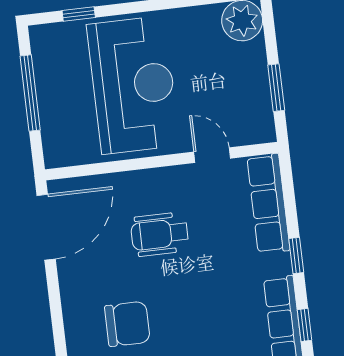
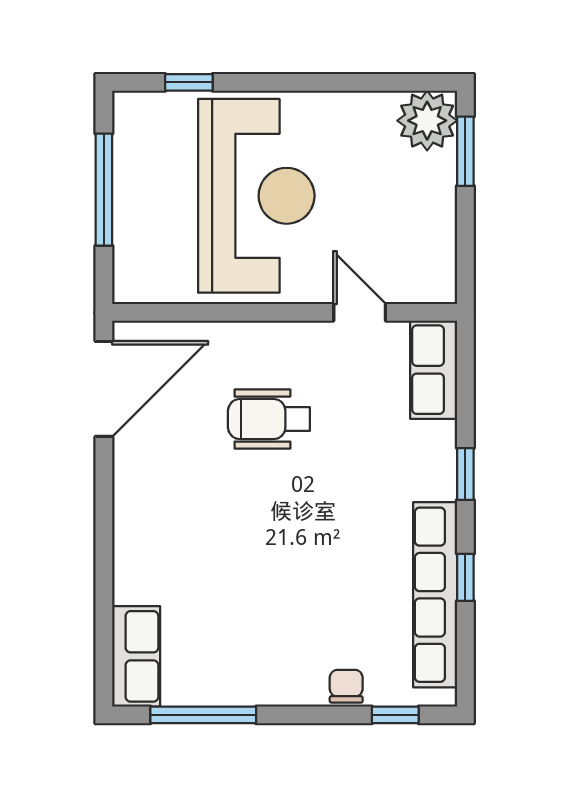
window: (276, 88) -> (465, 151), moved
row of seats: (268, 204) -> (434, 370), width x0.68
chair: (127, 324) -> (206, 545), removed

